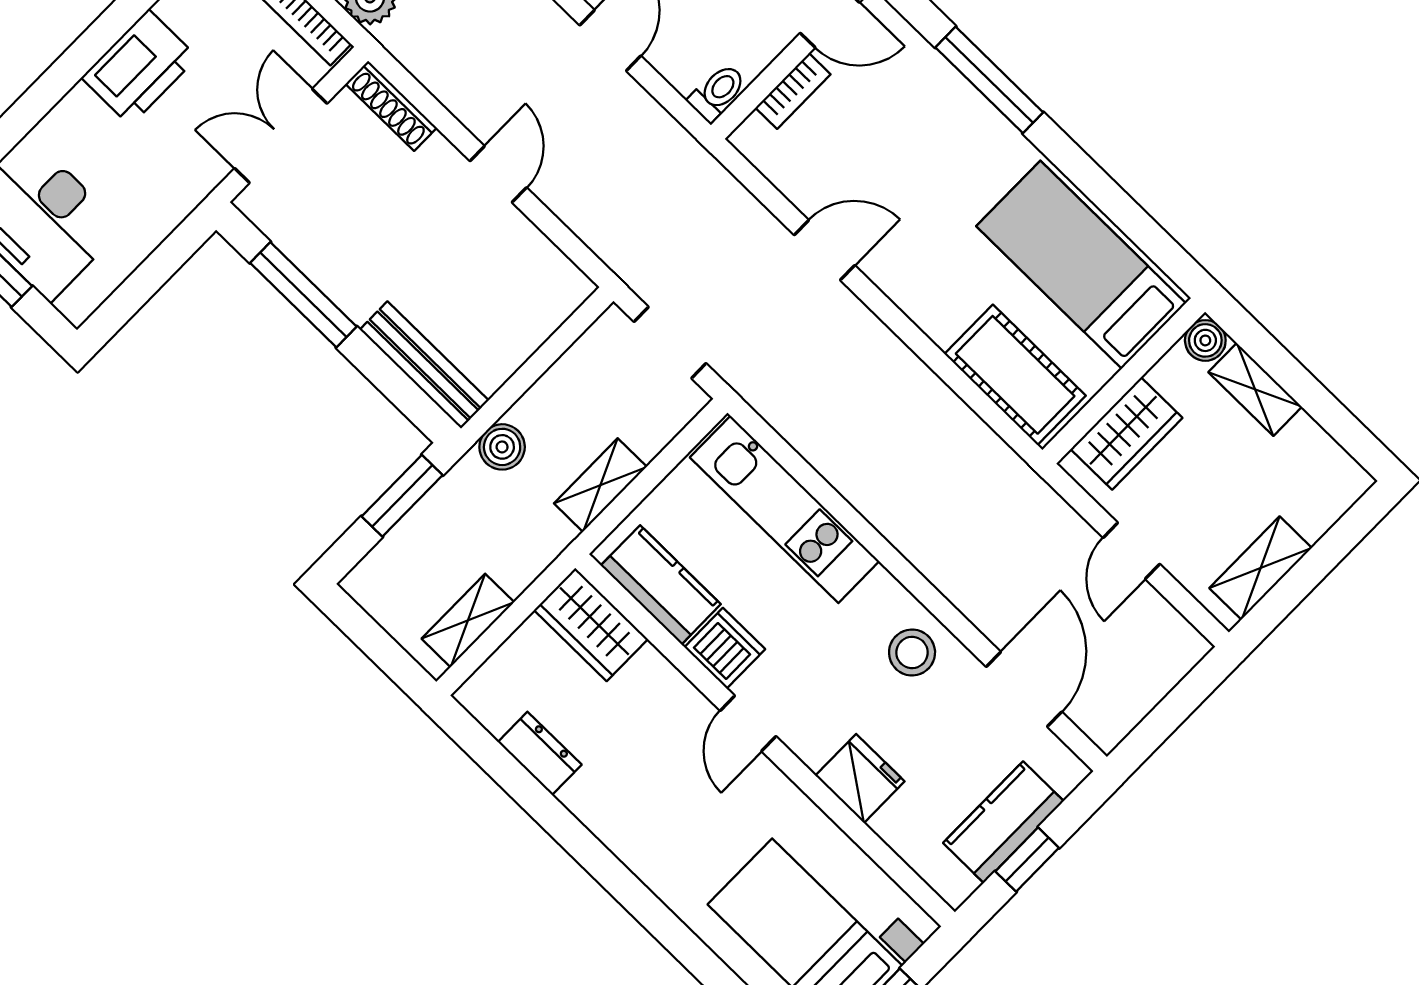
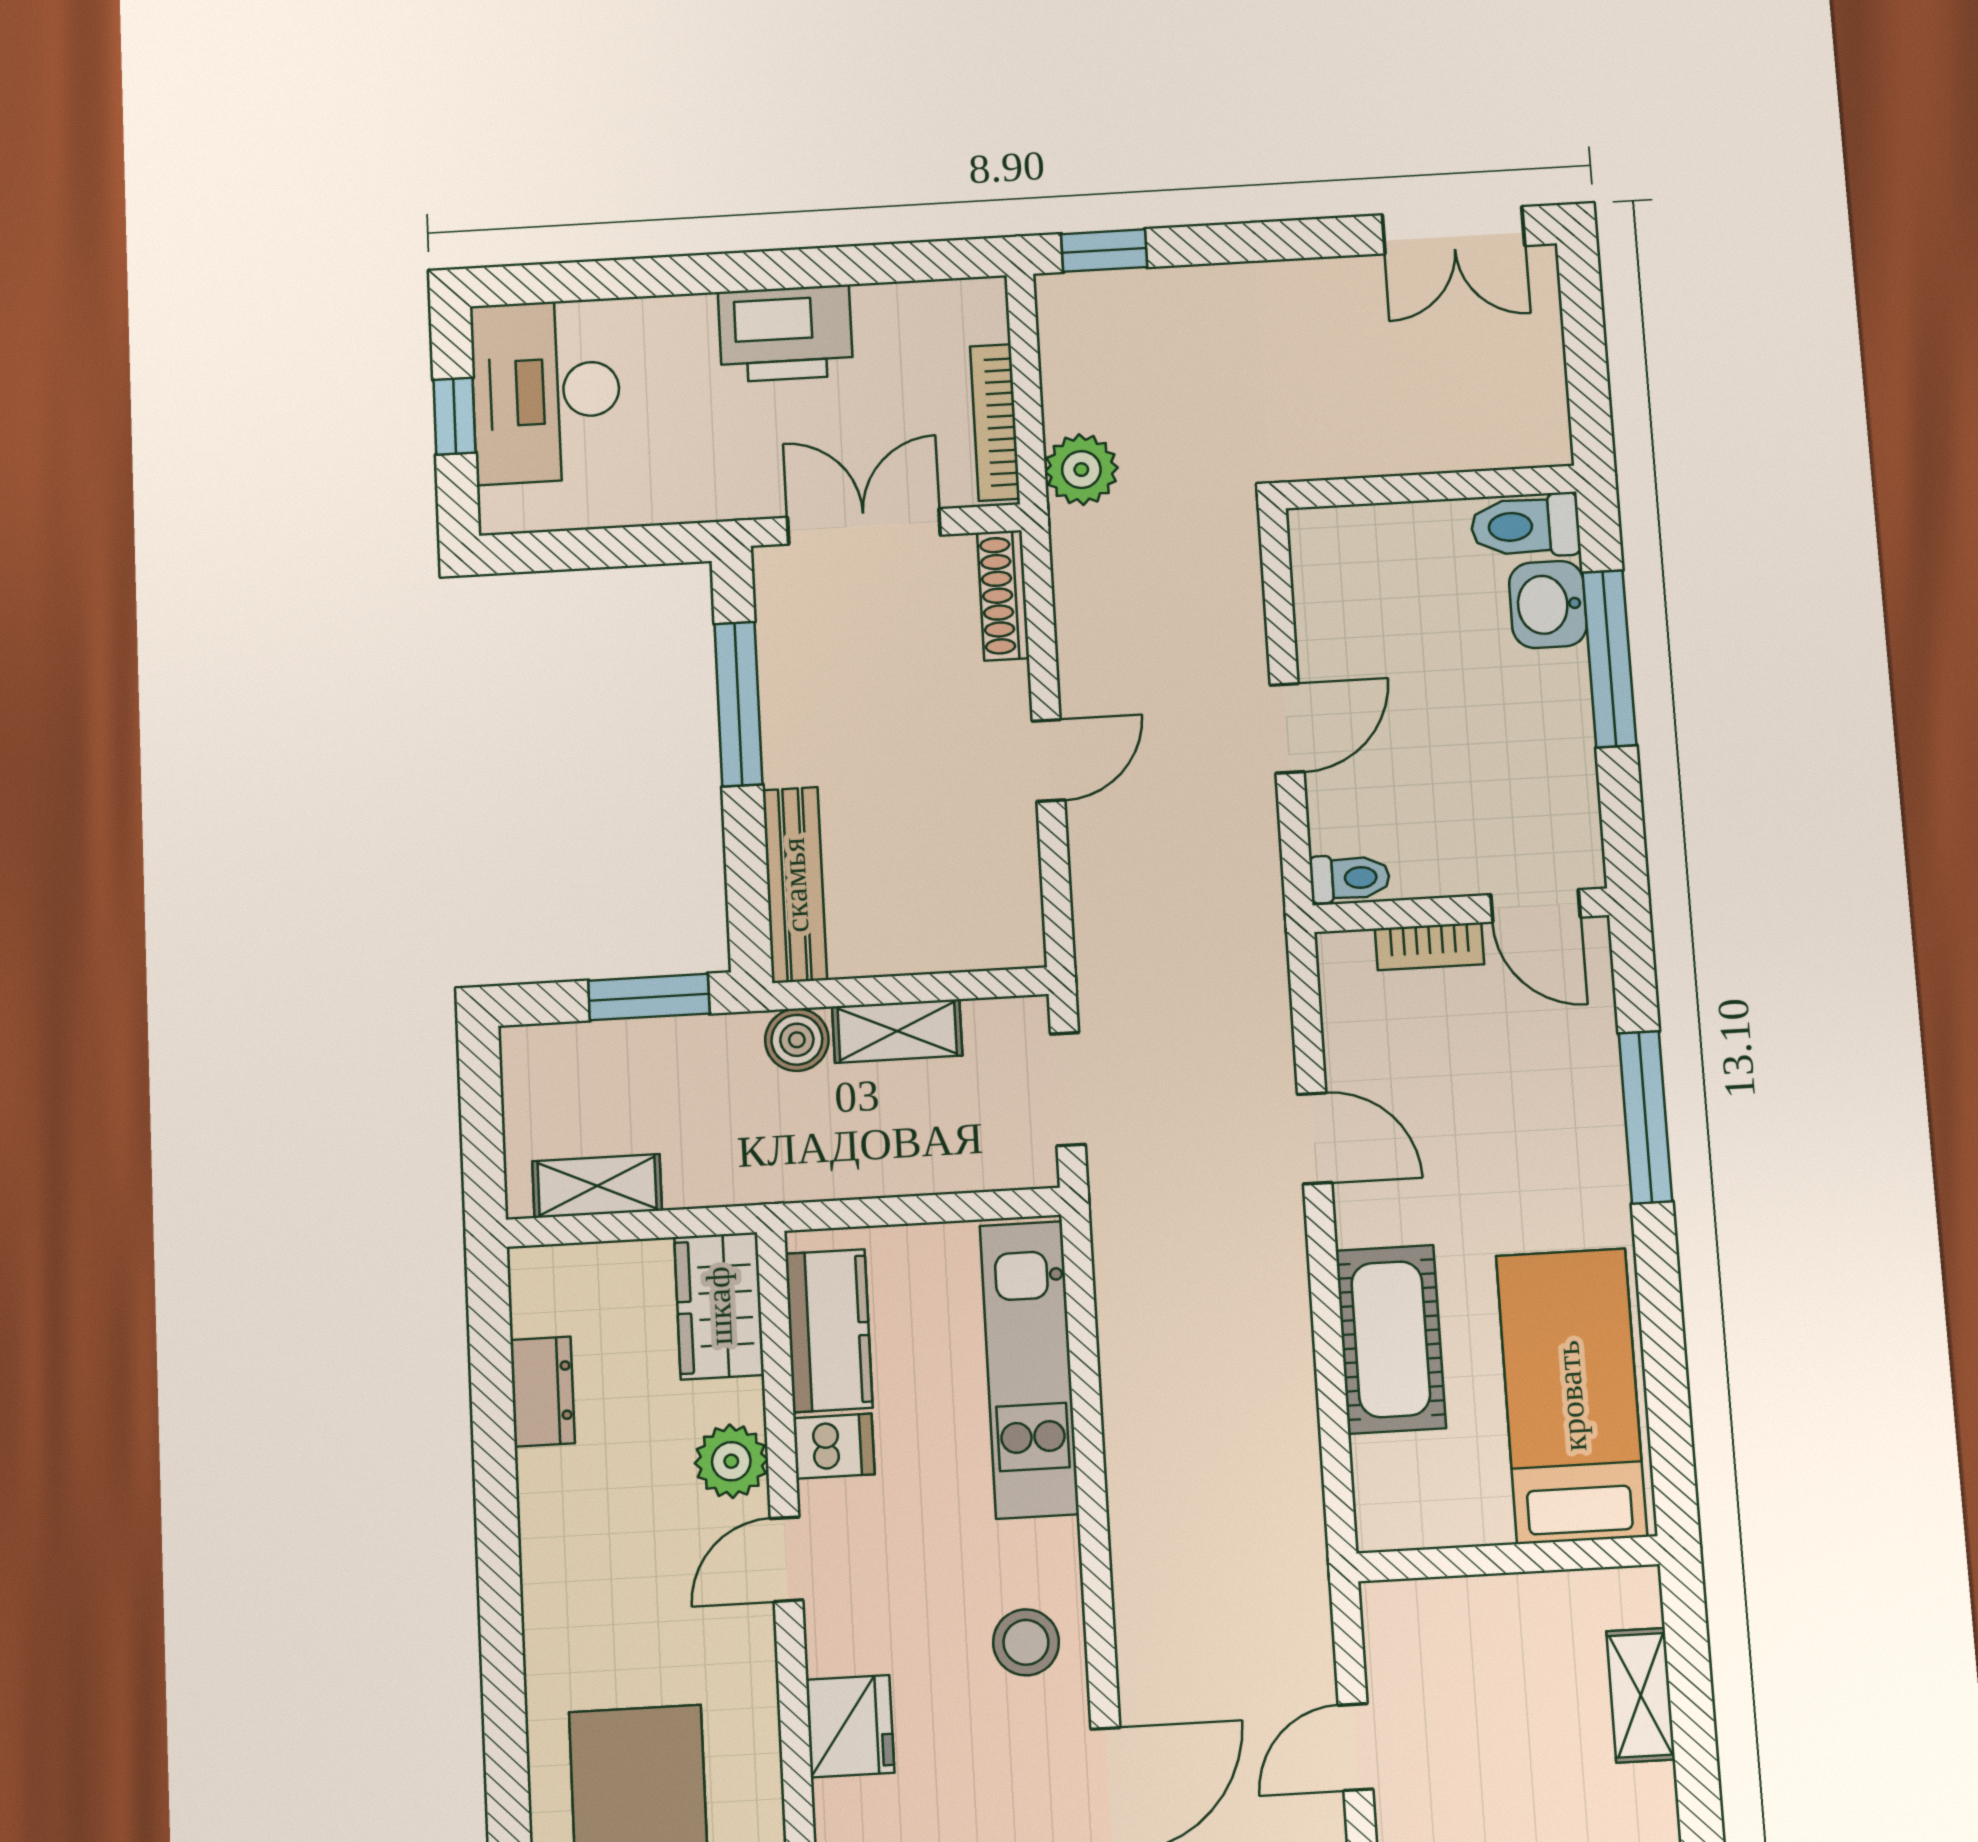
boiler: (1205, 340) -> (1633, 1595), removed
cot: (1015, 375) -> (1391, 1339), moved
wardrobe: (1127, 433) -> (1461, 1617), removed
shelving: (600, 485) -> (897, 1031), moved
dishwasher: (725, 648) -> (834, 1446), width x0.73
plant: (672, 699) -> (731, 1461), added

